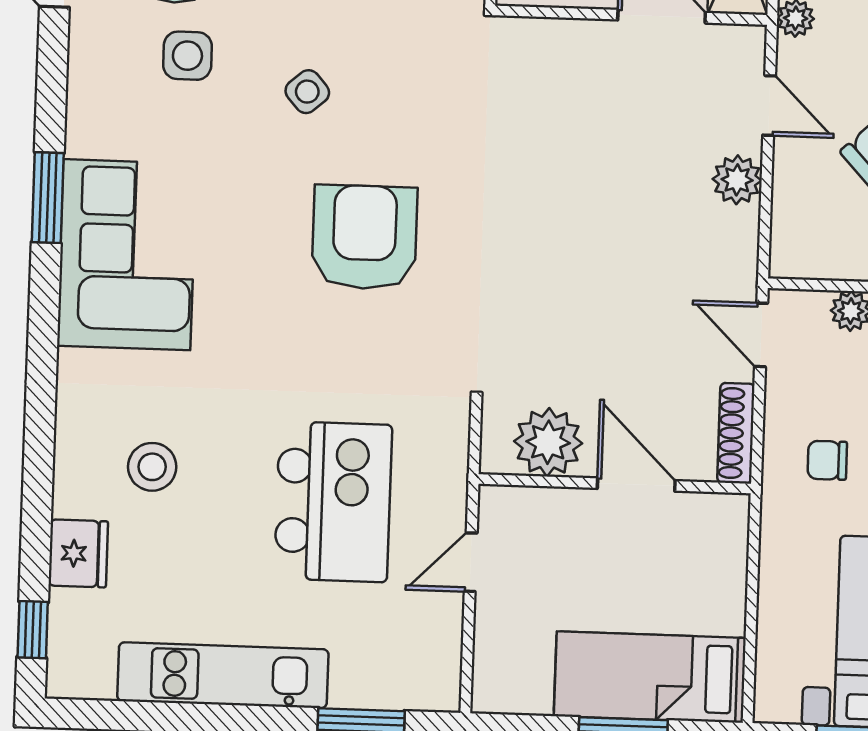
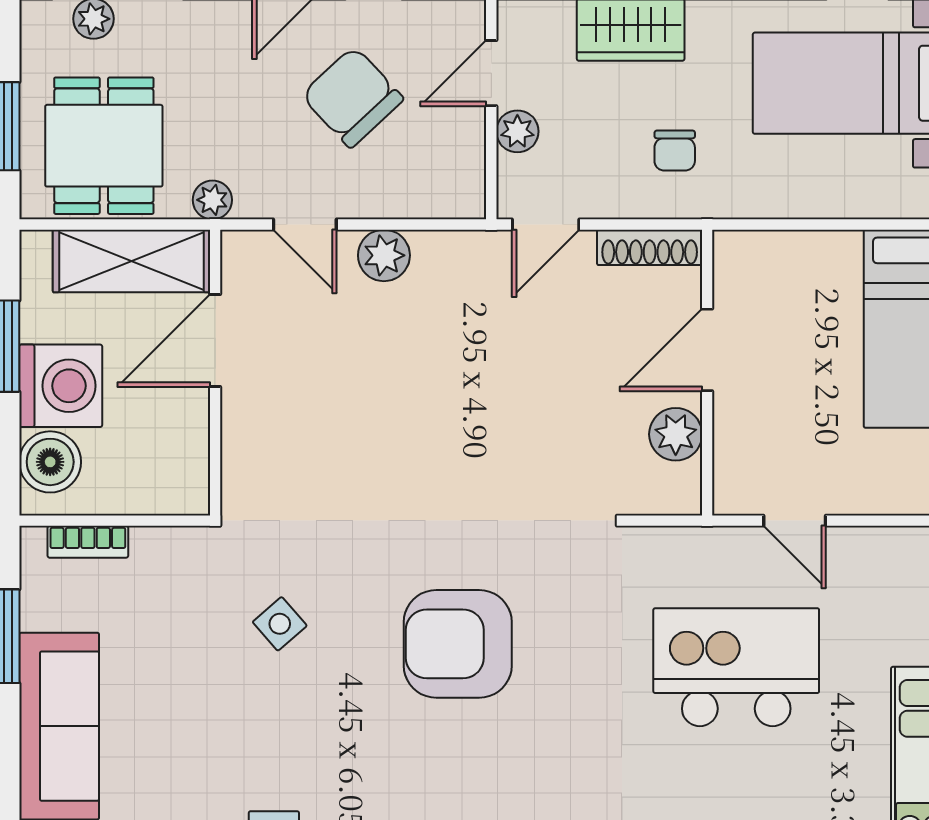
side table: (307, 92) -> (280, 624), moved
door: (769, 105) -> (305, 225), swing flipped
plant: (548, 442) -> (676, 434), width x0.73, depth x0.73

